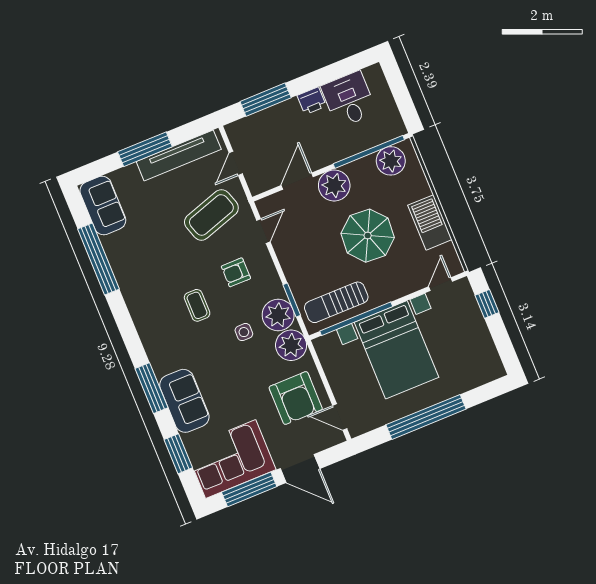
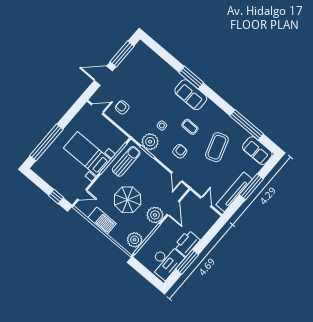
desk: (349, 99) -> (166, 262), width x1.37
window: (266, 100) -> (187, 262), moved
printer: (312, 101) -> (187, 243), width x1.87, depth x1.48
coffee table: (211, 215) -> (217, 147), moved
door: (441, 284) -> (82, 195), hinge flipped
plant: (291, 345) -> (137, 131), removed
bed with nightstands: (396, 350) -> (87, 154), width x0.73
armchair: (296, 398) -> (122, 107), width x0.53, depth x0.53
sofa: (184, 401) -> (191, 95), moved
window: (426, 417) -> (46, 143), moved
window: (178, 454) -> (163, 54), removed
corner sofa: (231, 459) -> (138, 64), removed

